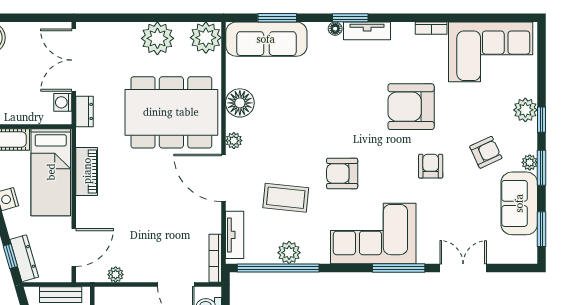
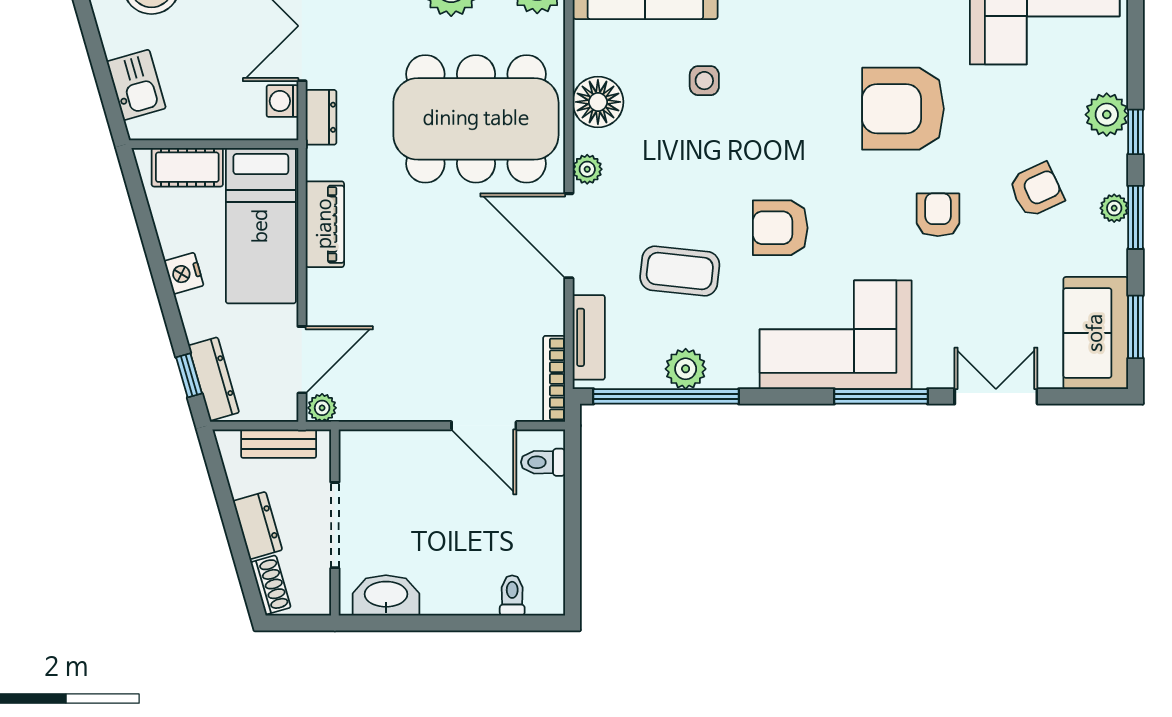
side table: (300, 91) -> (704, 81), added
sofa: (519, 203) -> (1096, 333), moved
plant: (116, 275) -> (322, 408), moved

